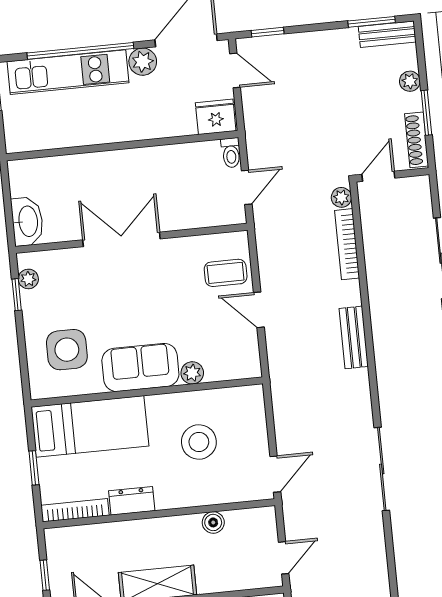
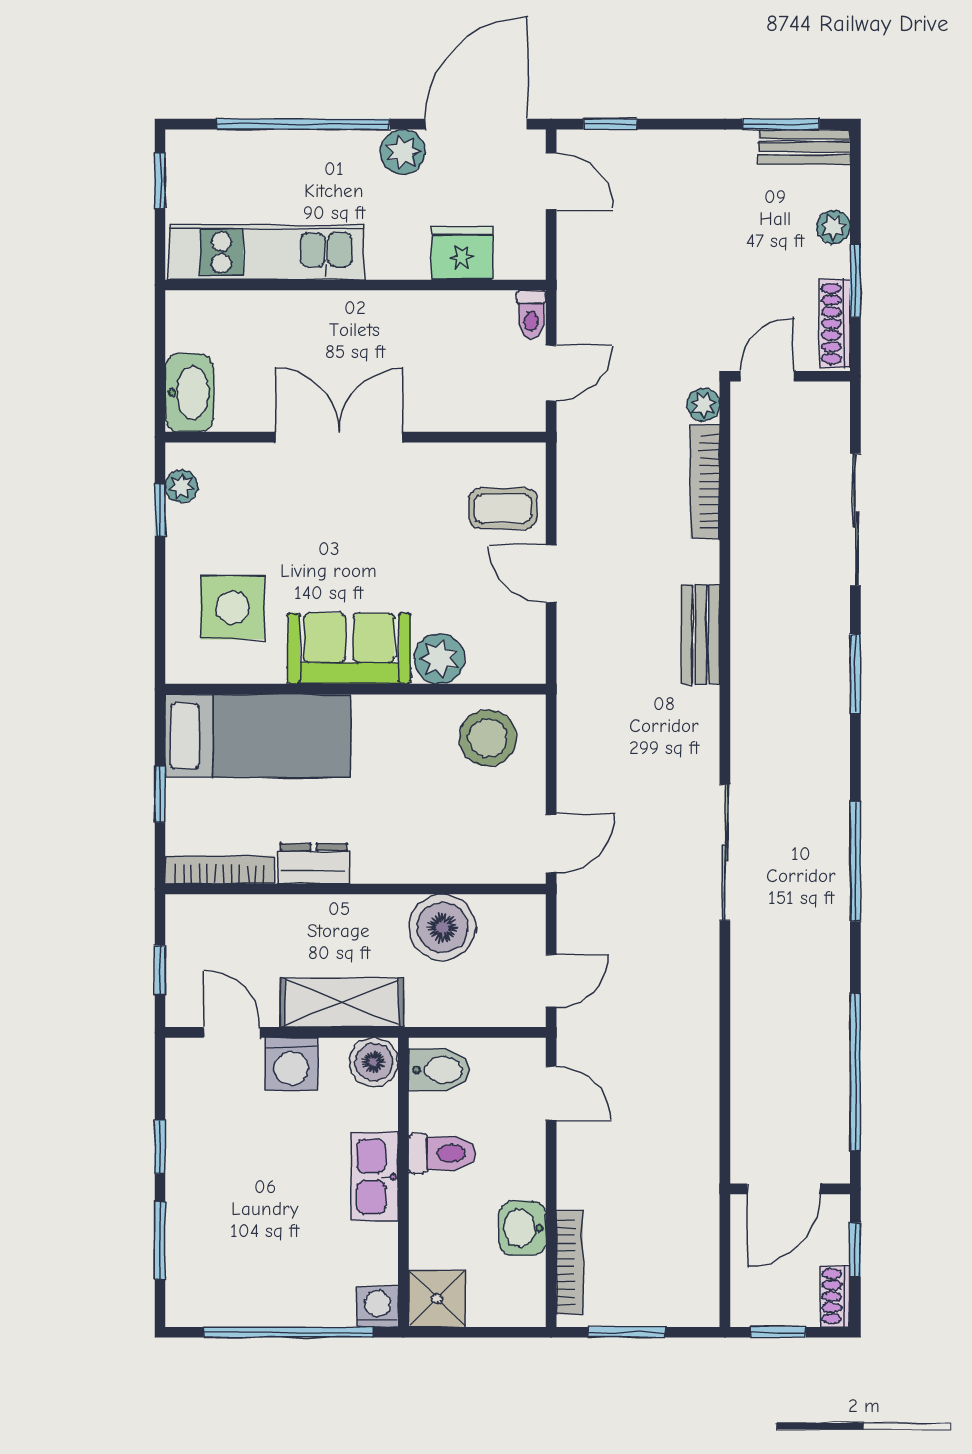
kitchen unit: (68, 72) -> (266, 252), moved, turned 180
fridge: (216, 117) -> (462, 253), moved
plant: (192, 373) -> (439, 659), width x1.38, depth x1.38
stool: (199, 442) -> (488, 738), moved
boiler: (213, 522) -> (442, 927), width x1.86, depth x1.86

